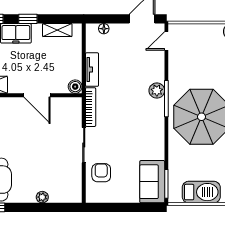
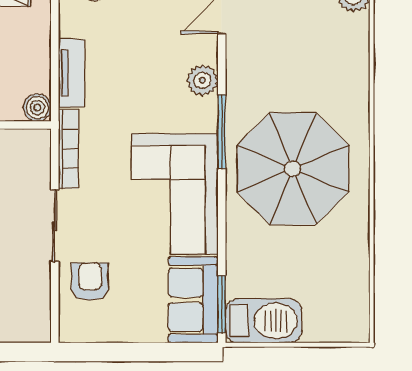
plant: (157, 91) -> (202, 80), moved
corner sofa: (143, 129) -> (175, 194), added
barbecue: (201, 192) -> (264, 321), moved

